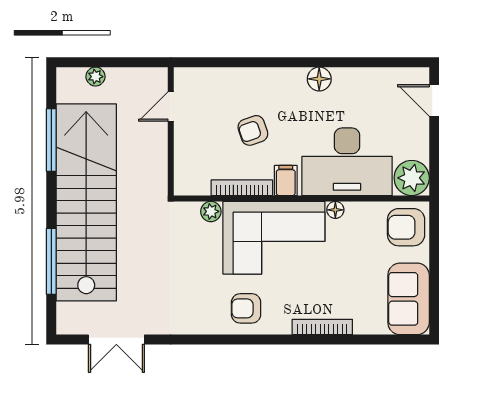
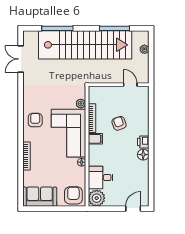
printer: (292, 79) -> (143, 142), added
desk: (347, 162) -> (101, 178), width x0.53, depth x0.77

